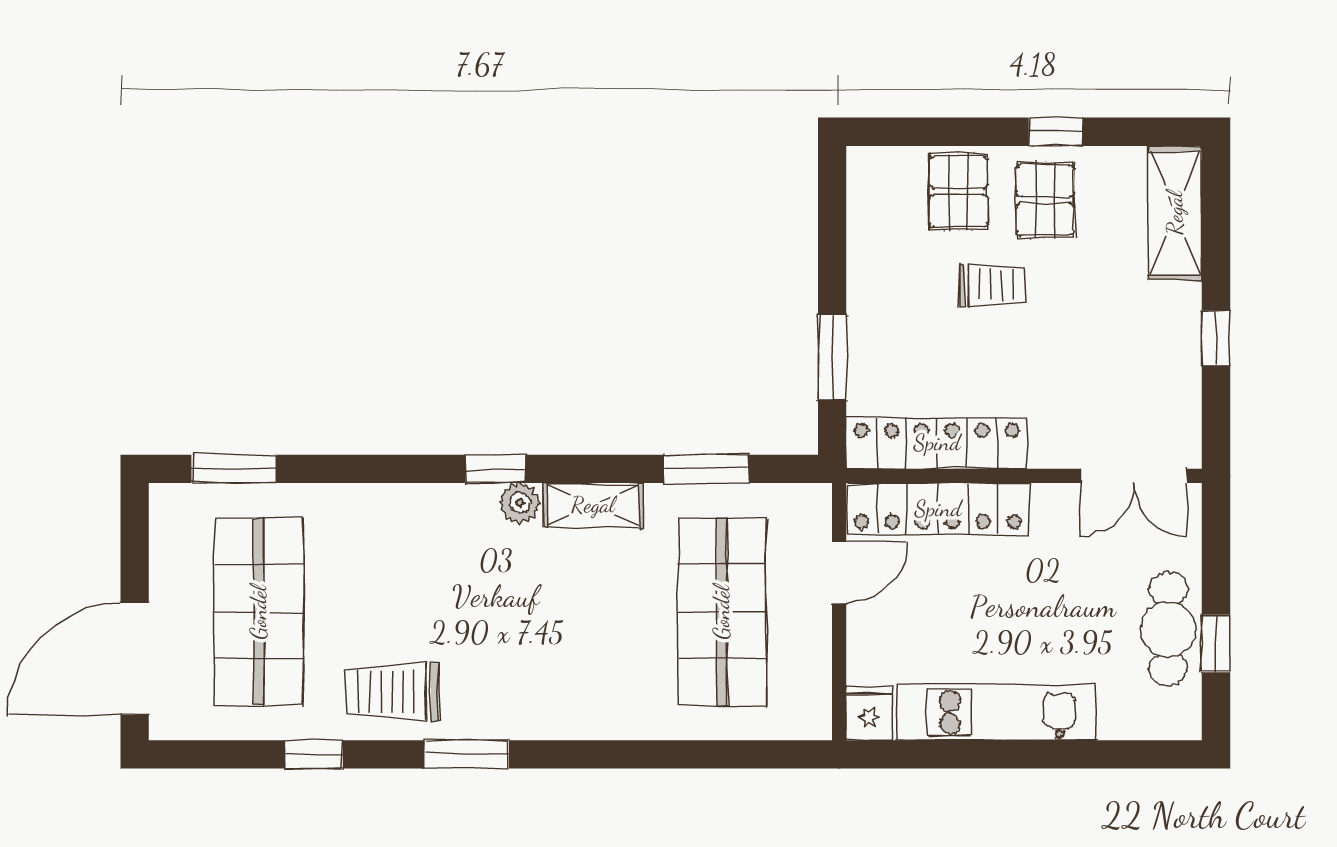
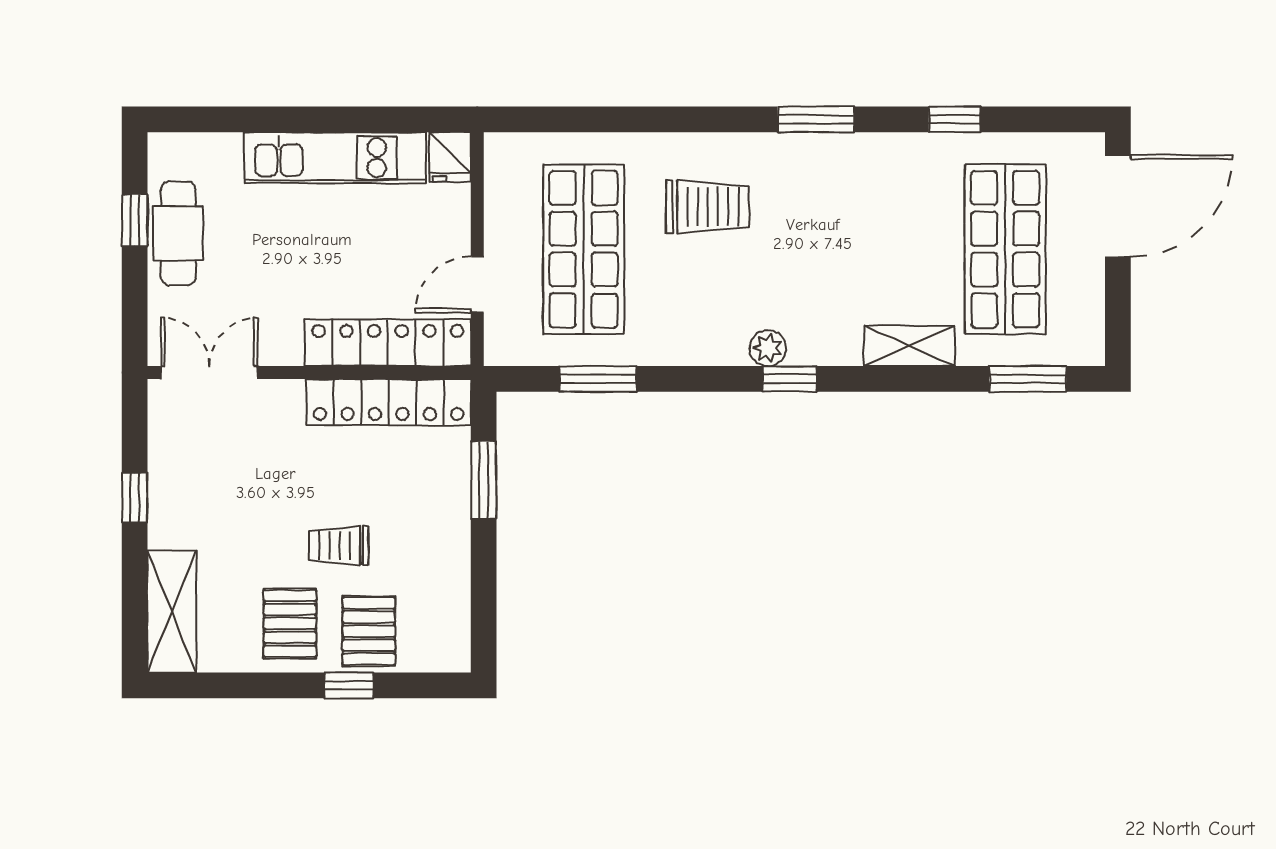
window: (1056, 132) -> (349, 685), moved
shelving: (593, 505) -> (909, 346), moved
trolley: (393, 692) -> (707, 207), moved

